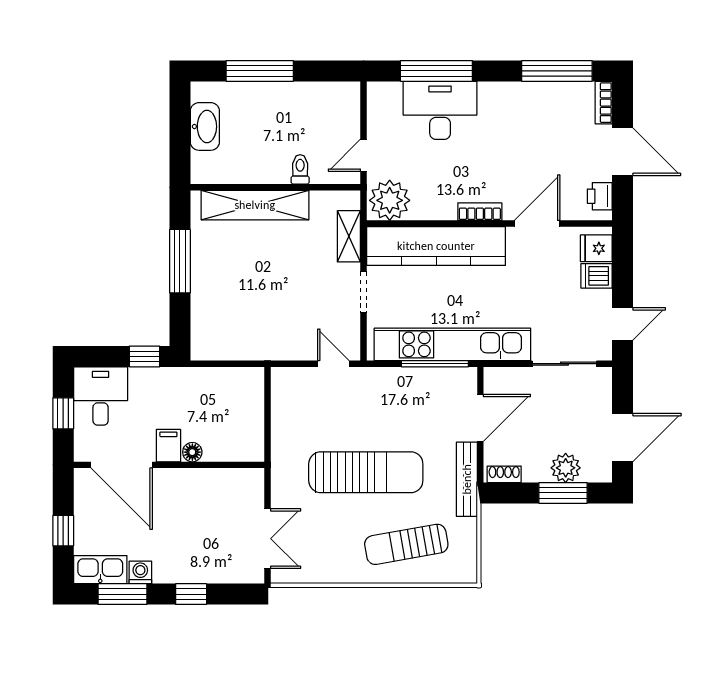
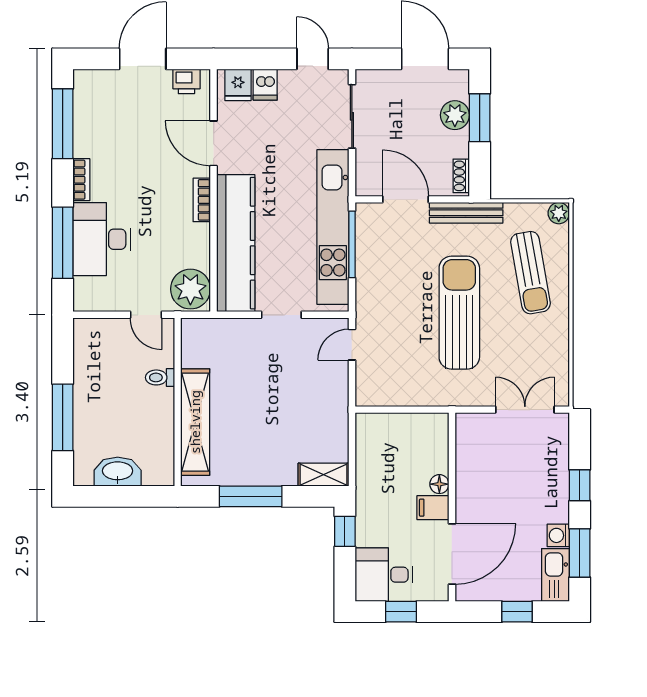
bookcase: (604, 103) -> (81, 180), moved, turned -90
shelving: (349, 236) -> (324, 475), moved
plant: (466, 573) -> (559, 213), added

